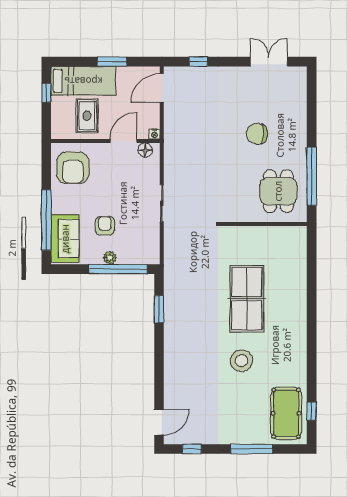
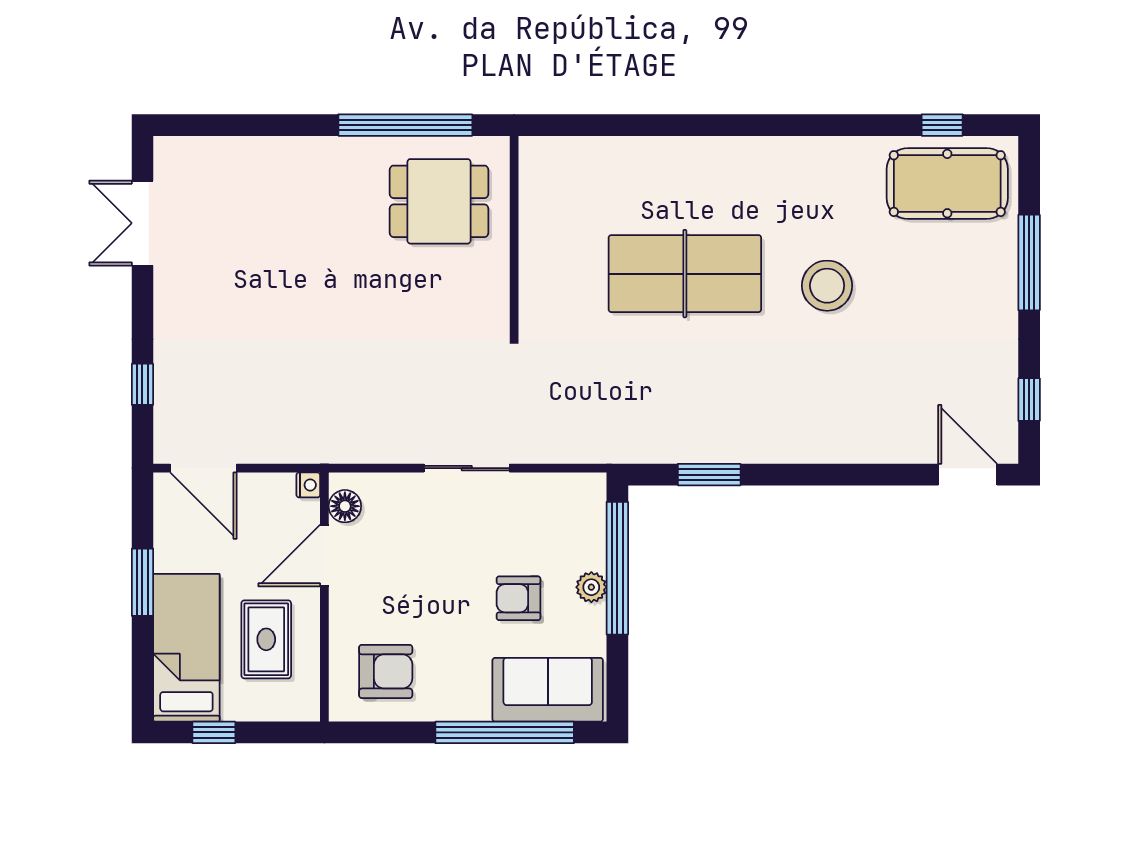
rug: (87, 116) -> (266, 639), turned 90
chair: (257, 134) -> (308, 250), removed
door: (124, 141) -> (324, 556), hinge flipped
armchair: (73, 168) -> (386, 671), width x0.73, depth x0.73

